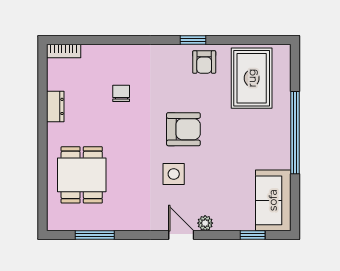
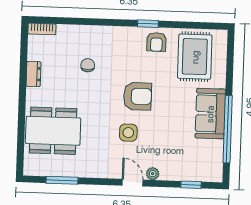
window: (295, 133) -> (228, 129), moved
dining table: (82, 175) -> (53, 131), width x1.38
sofa: (273, 200) -> (210, 114), moved

